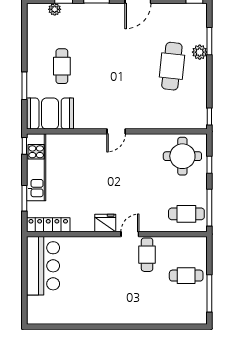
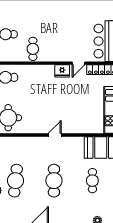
cafe table: (117, 66) -> (54, 181), added
door: (130, 234) -> (79, 63), moved

